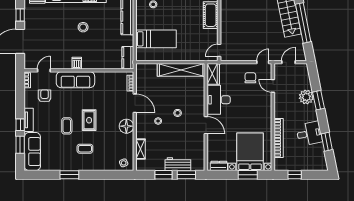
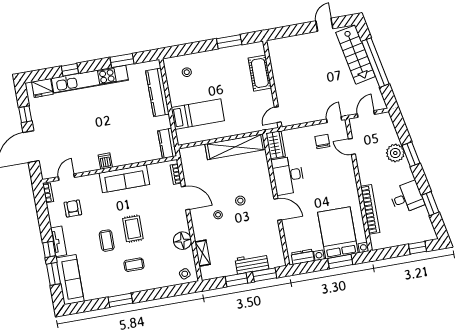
stool: (83, 27) -> (105, 115), removed
sofa: (75, 80) -> (124, 179), moved
floor lamp: (126, 126) -> (182, 241), moved
window: (295, 175) -> (417, 248), moved

